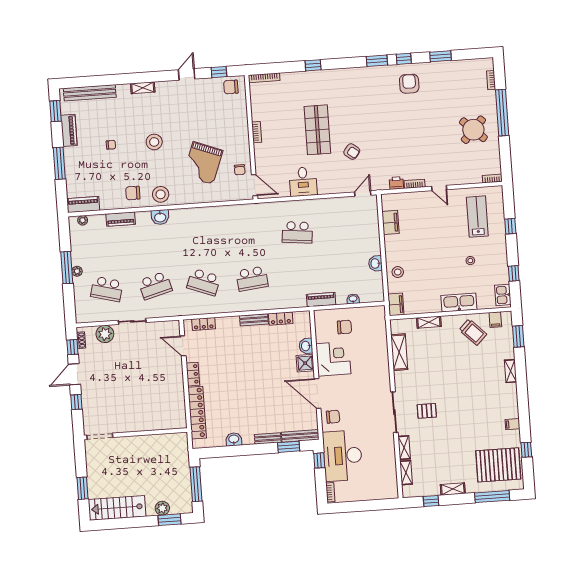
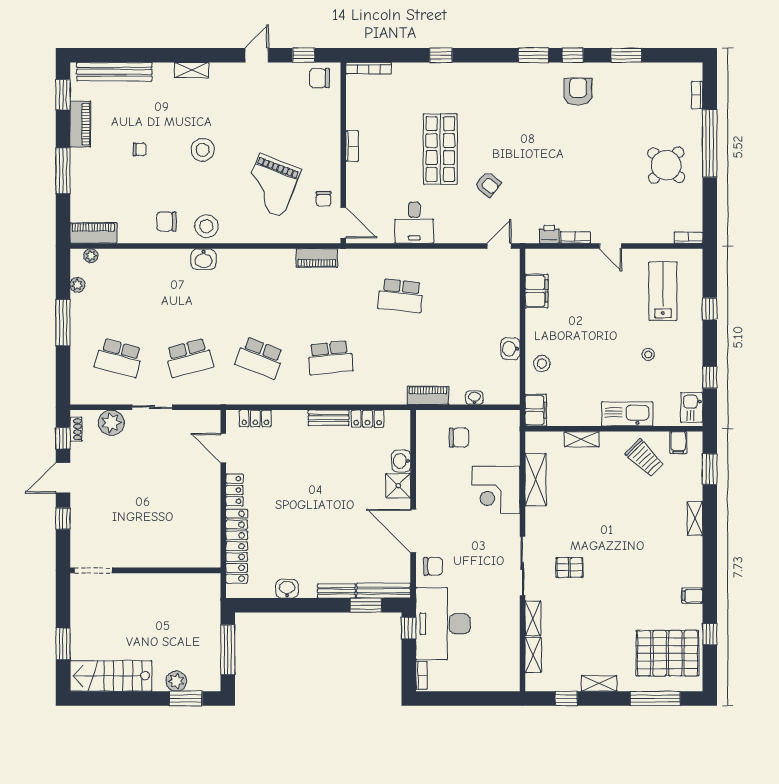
piano: (121, 219) -> (317, 258), moved
plant: (77, 271) -> (77, 285), moved
corner desk: (333, 359) -> (496, 490), moved, turned 180

